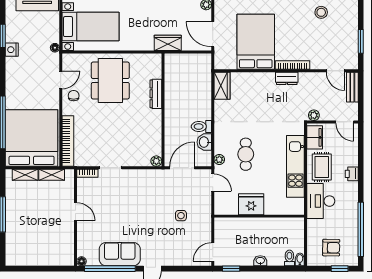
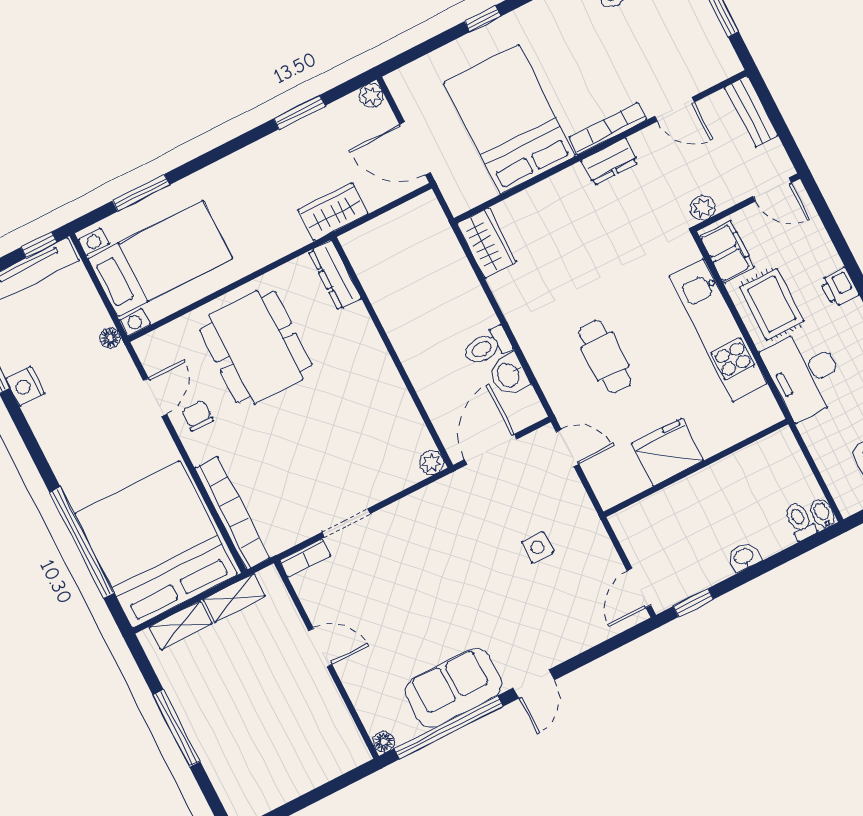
door: (335, 71) -> (674, 109), moved
dresser: (156, 94) -> (335, 275), moved
plant: (219, 159) -> (557, 395), removed

